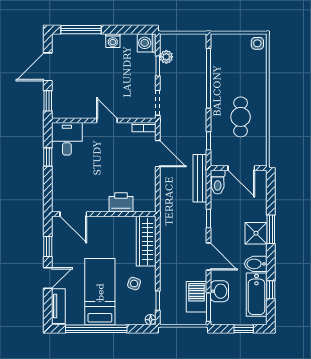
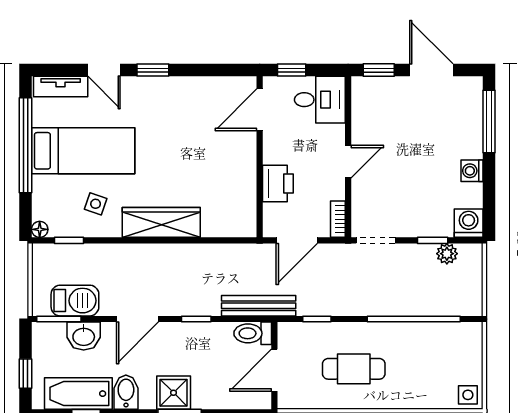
printer: (121, 202) -> (278, 184), moved
door: (73, 214) -> (260, 110), moved
wall: (104, 214) -> (260, 157), moved

